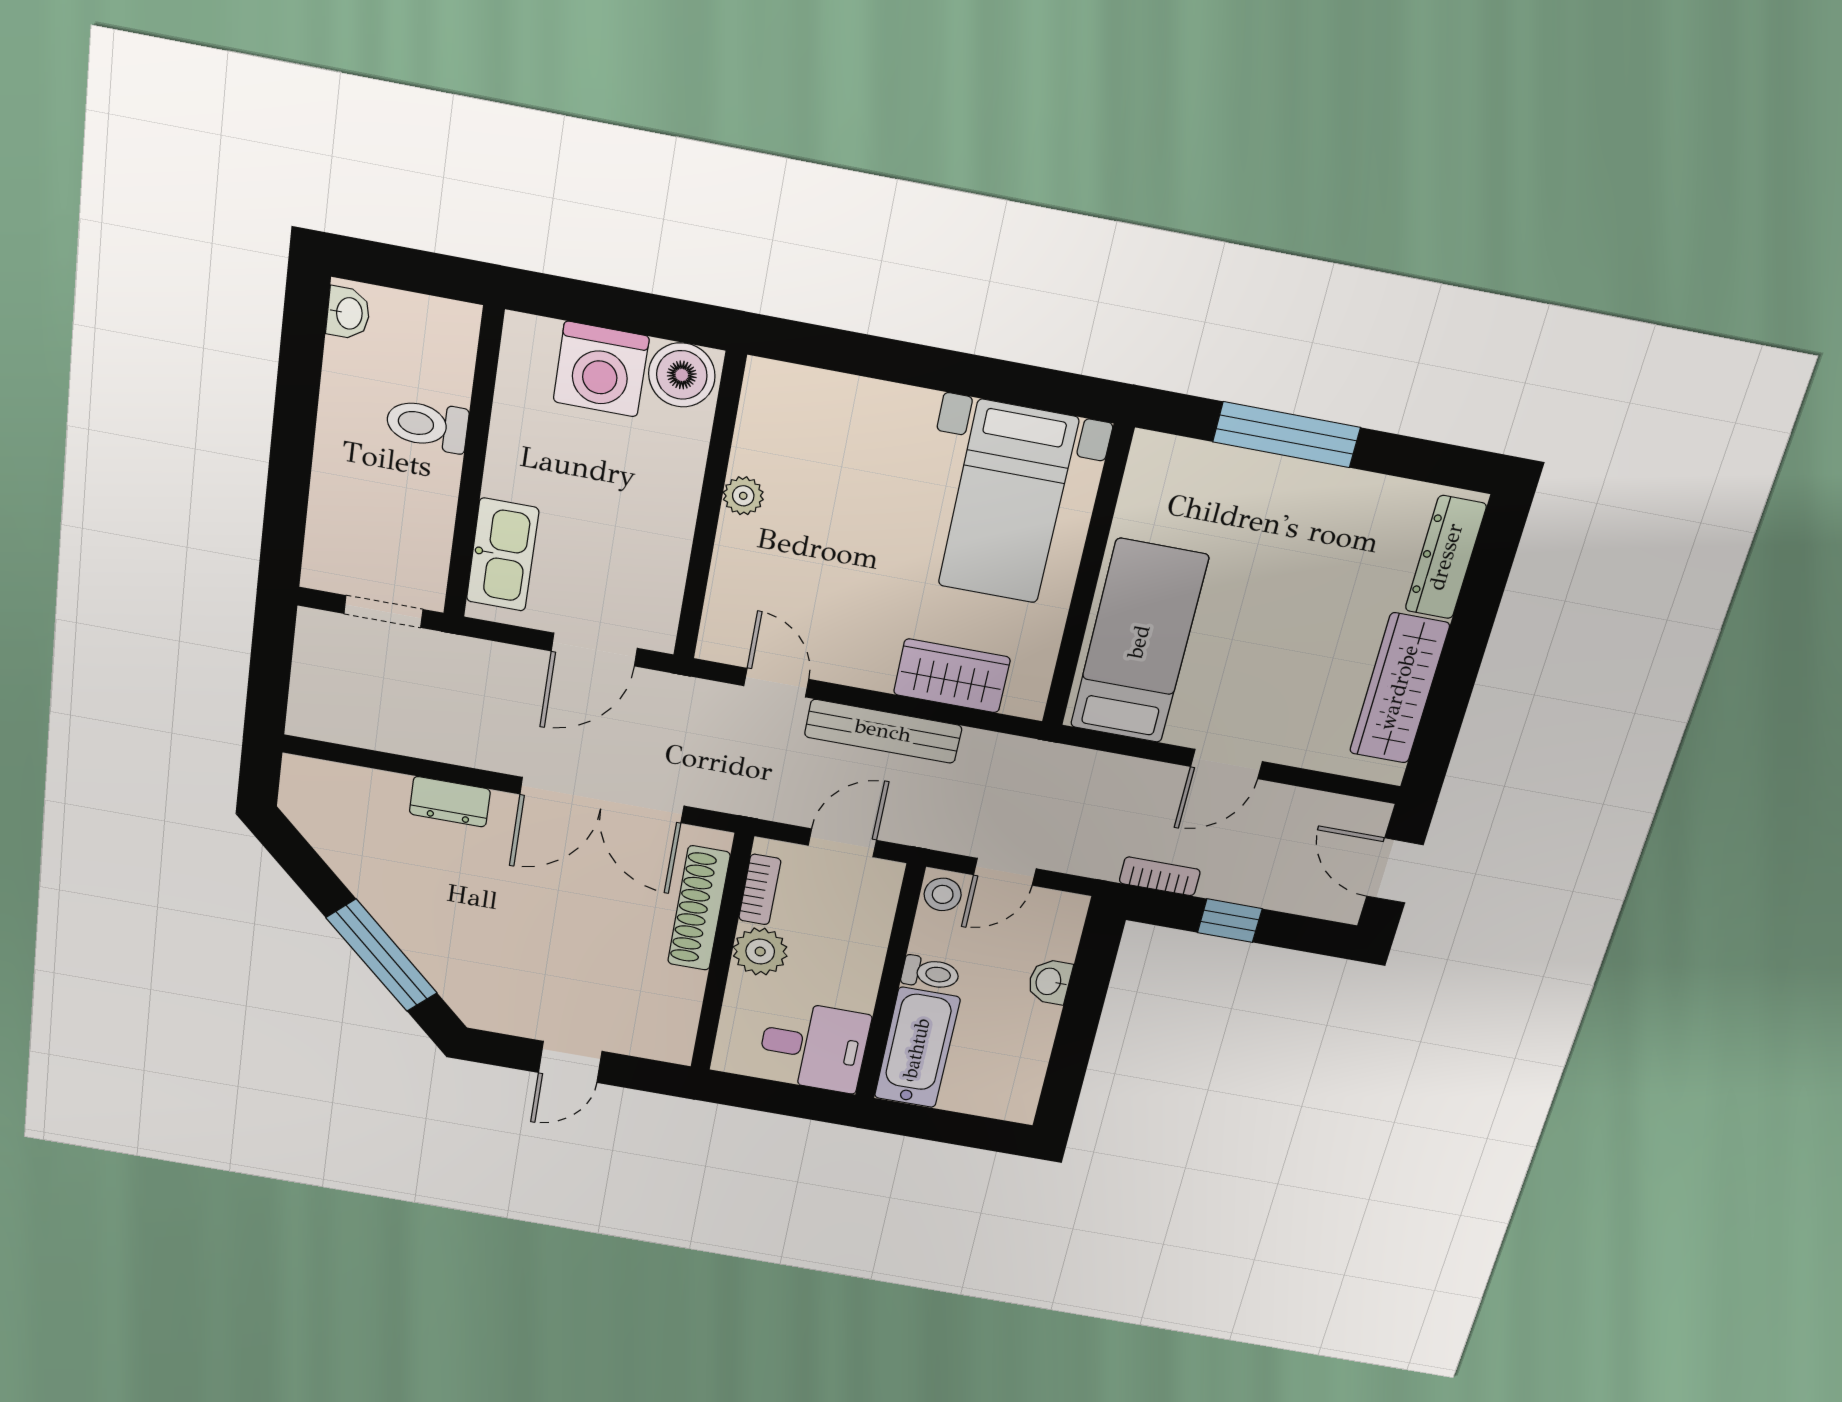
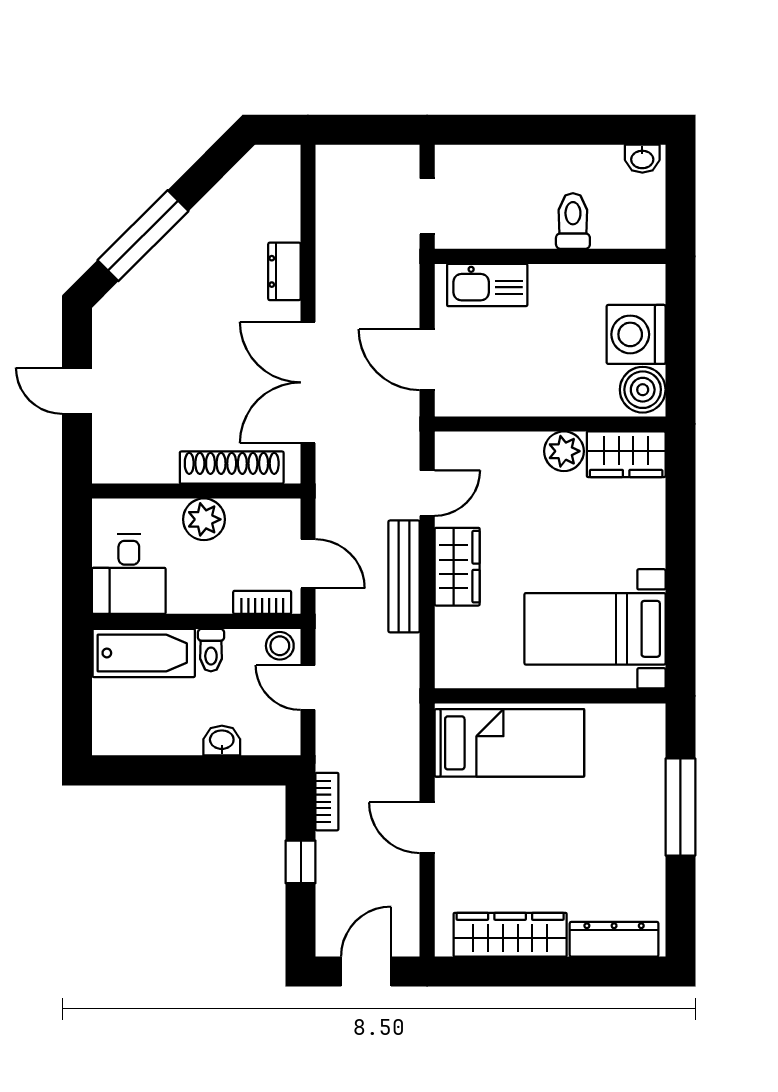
wardrobe: (770, 415) -> (626, 454), added
plant: (743, 496) -> (564, 451), width x1.38, depth x1.38
wardrobe: (952, 676) -> (457, 567), moved
bookcase: (760, 890) -> (262, 602), moved, turned 180

